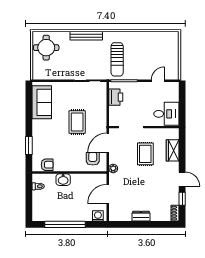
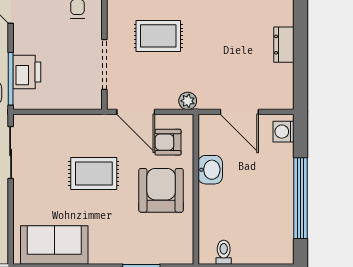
printer: (116, 97) -> (27, 72), moved, turned 90
armchair: (47, 165) -> (161, 190), moved, width x1.88, depth x1.88
washbasin: (63, 180) -> (210, 170), moved

